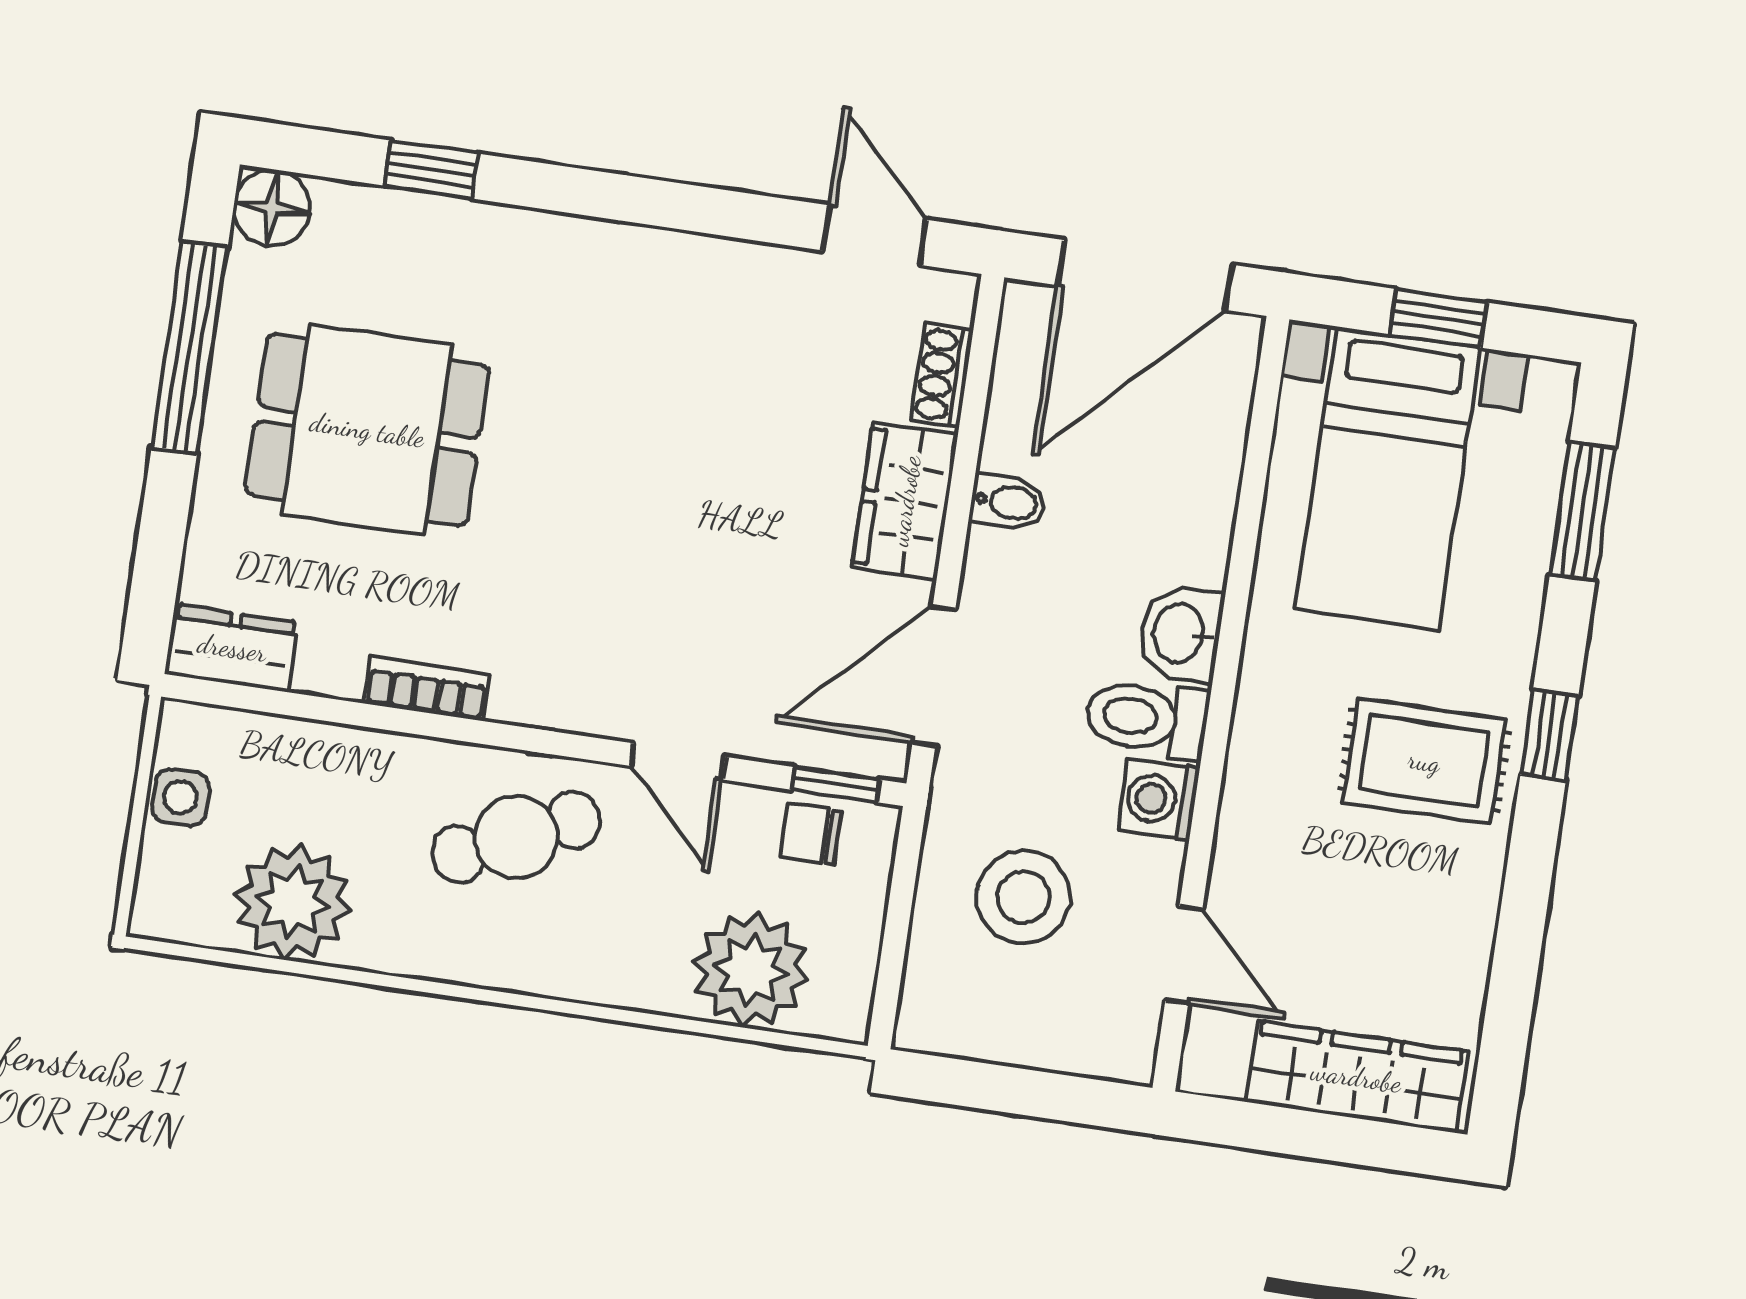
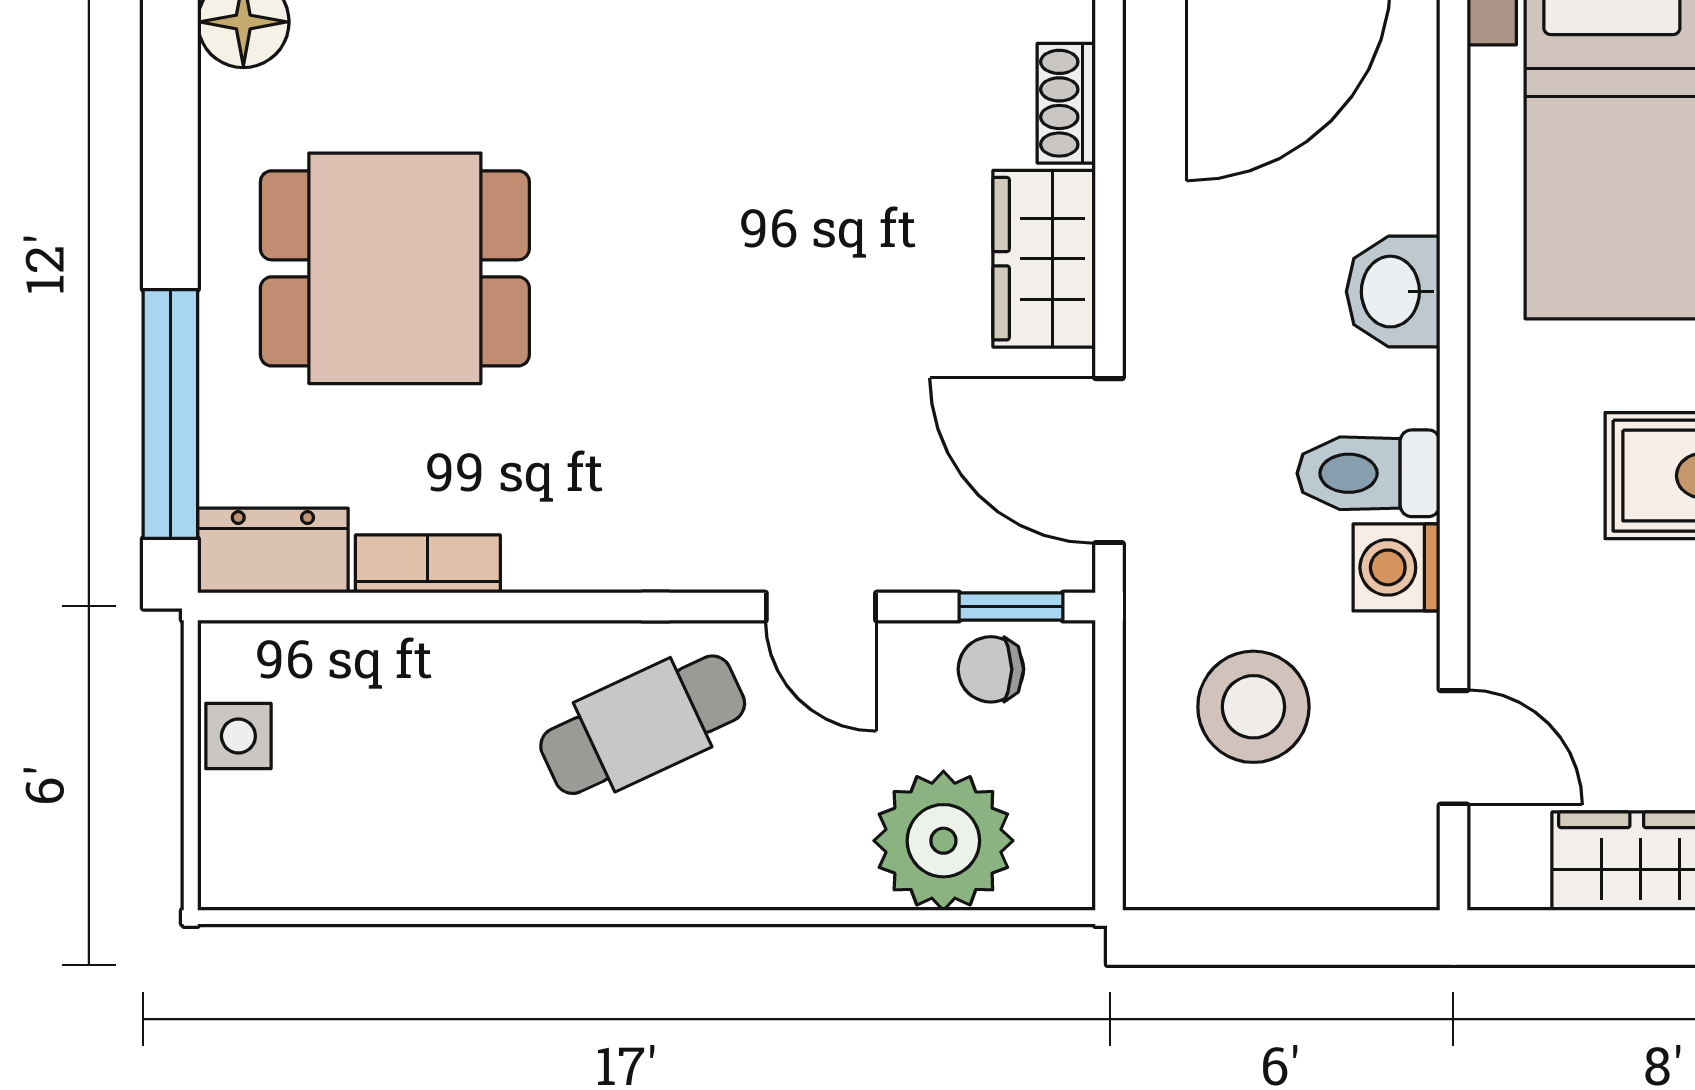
window: (190, 347) -> (170, 414), moved
bidet: (1008, 502) -> (1166, 242), removed
washbasin: (1180, 633) -> (1393, 292), moved
door: (934, 676) -> (1109, 461), hinge flipped
bookcase: (427, 688) -> (428, 564), moved
plant: (293, 902) -> (389, 840), removed

